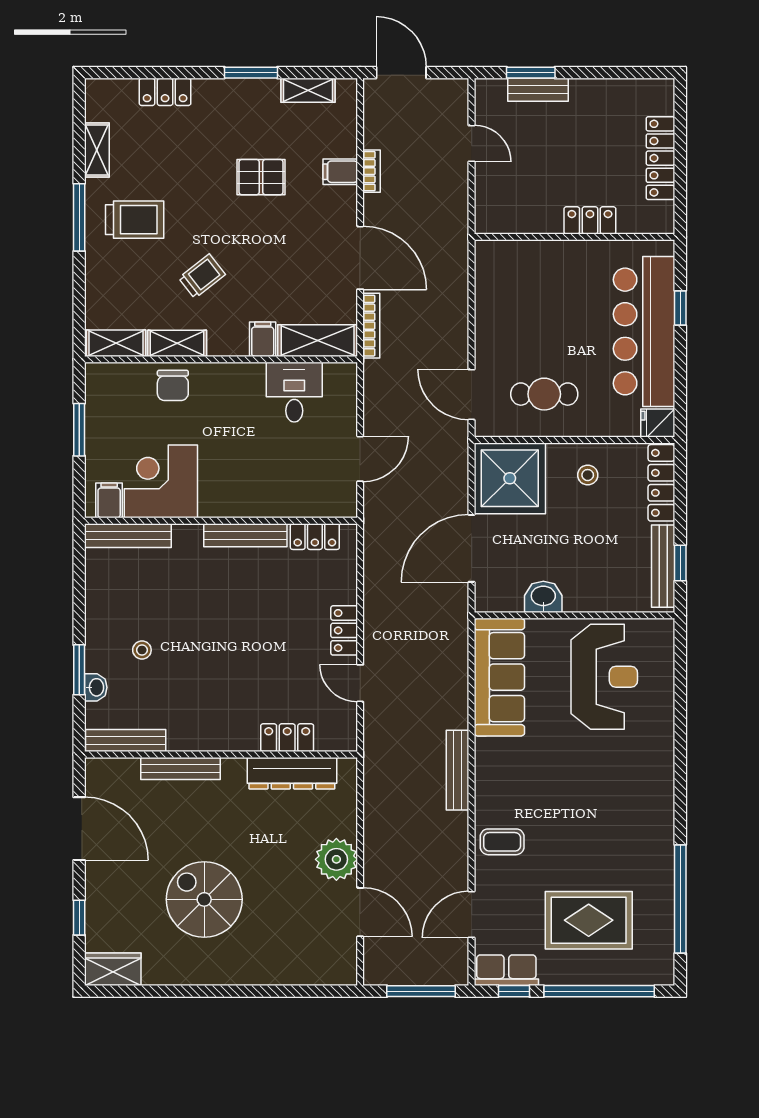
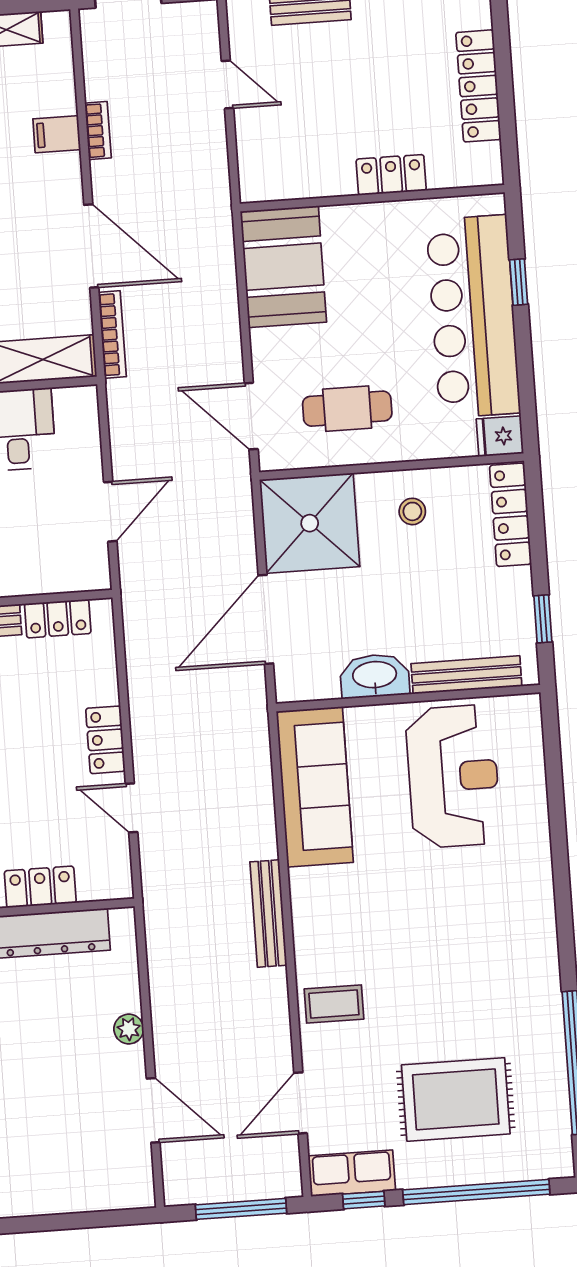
booth: (504, 284) -> (283, 267), added
bench: (663, 566) -> (466, 675), moved, turned 90
washbasin: (543, 597) -> (375, 676), width x1.38
plant: (336, 859) -> (129, 1029), width x0.53, depth x0.53

